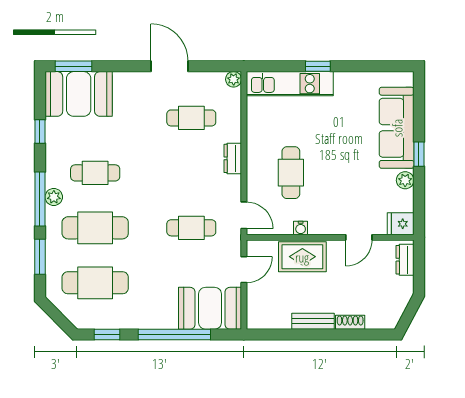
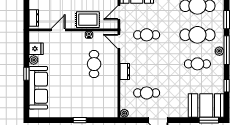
kitchen unit: (290, 84) -> (95, 111), removed
fridge: (401, 224) -> (36, 49), moved

